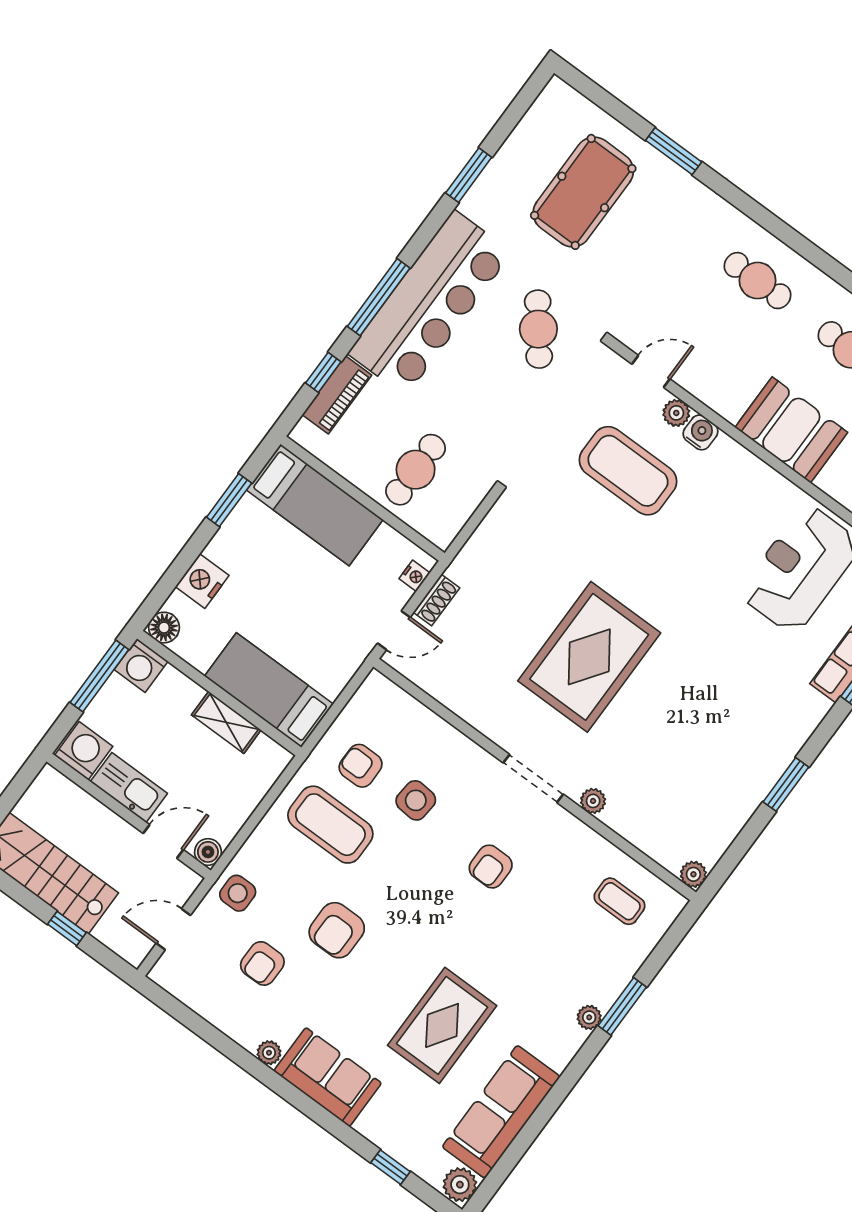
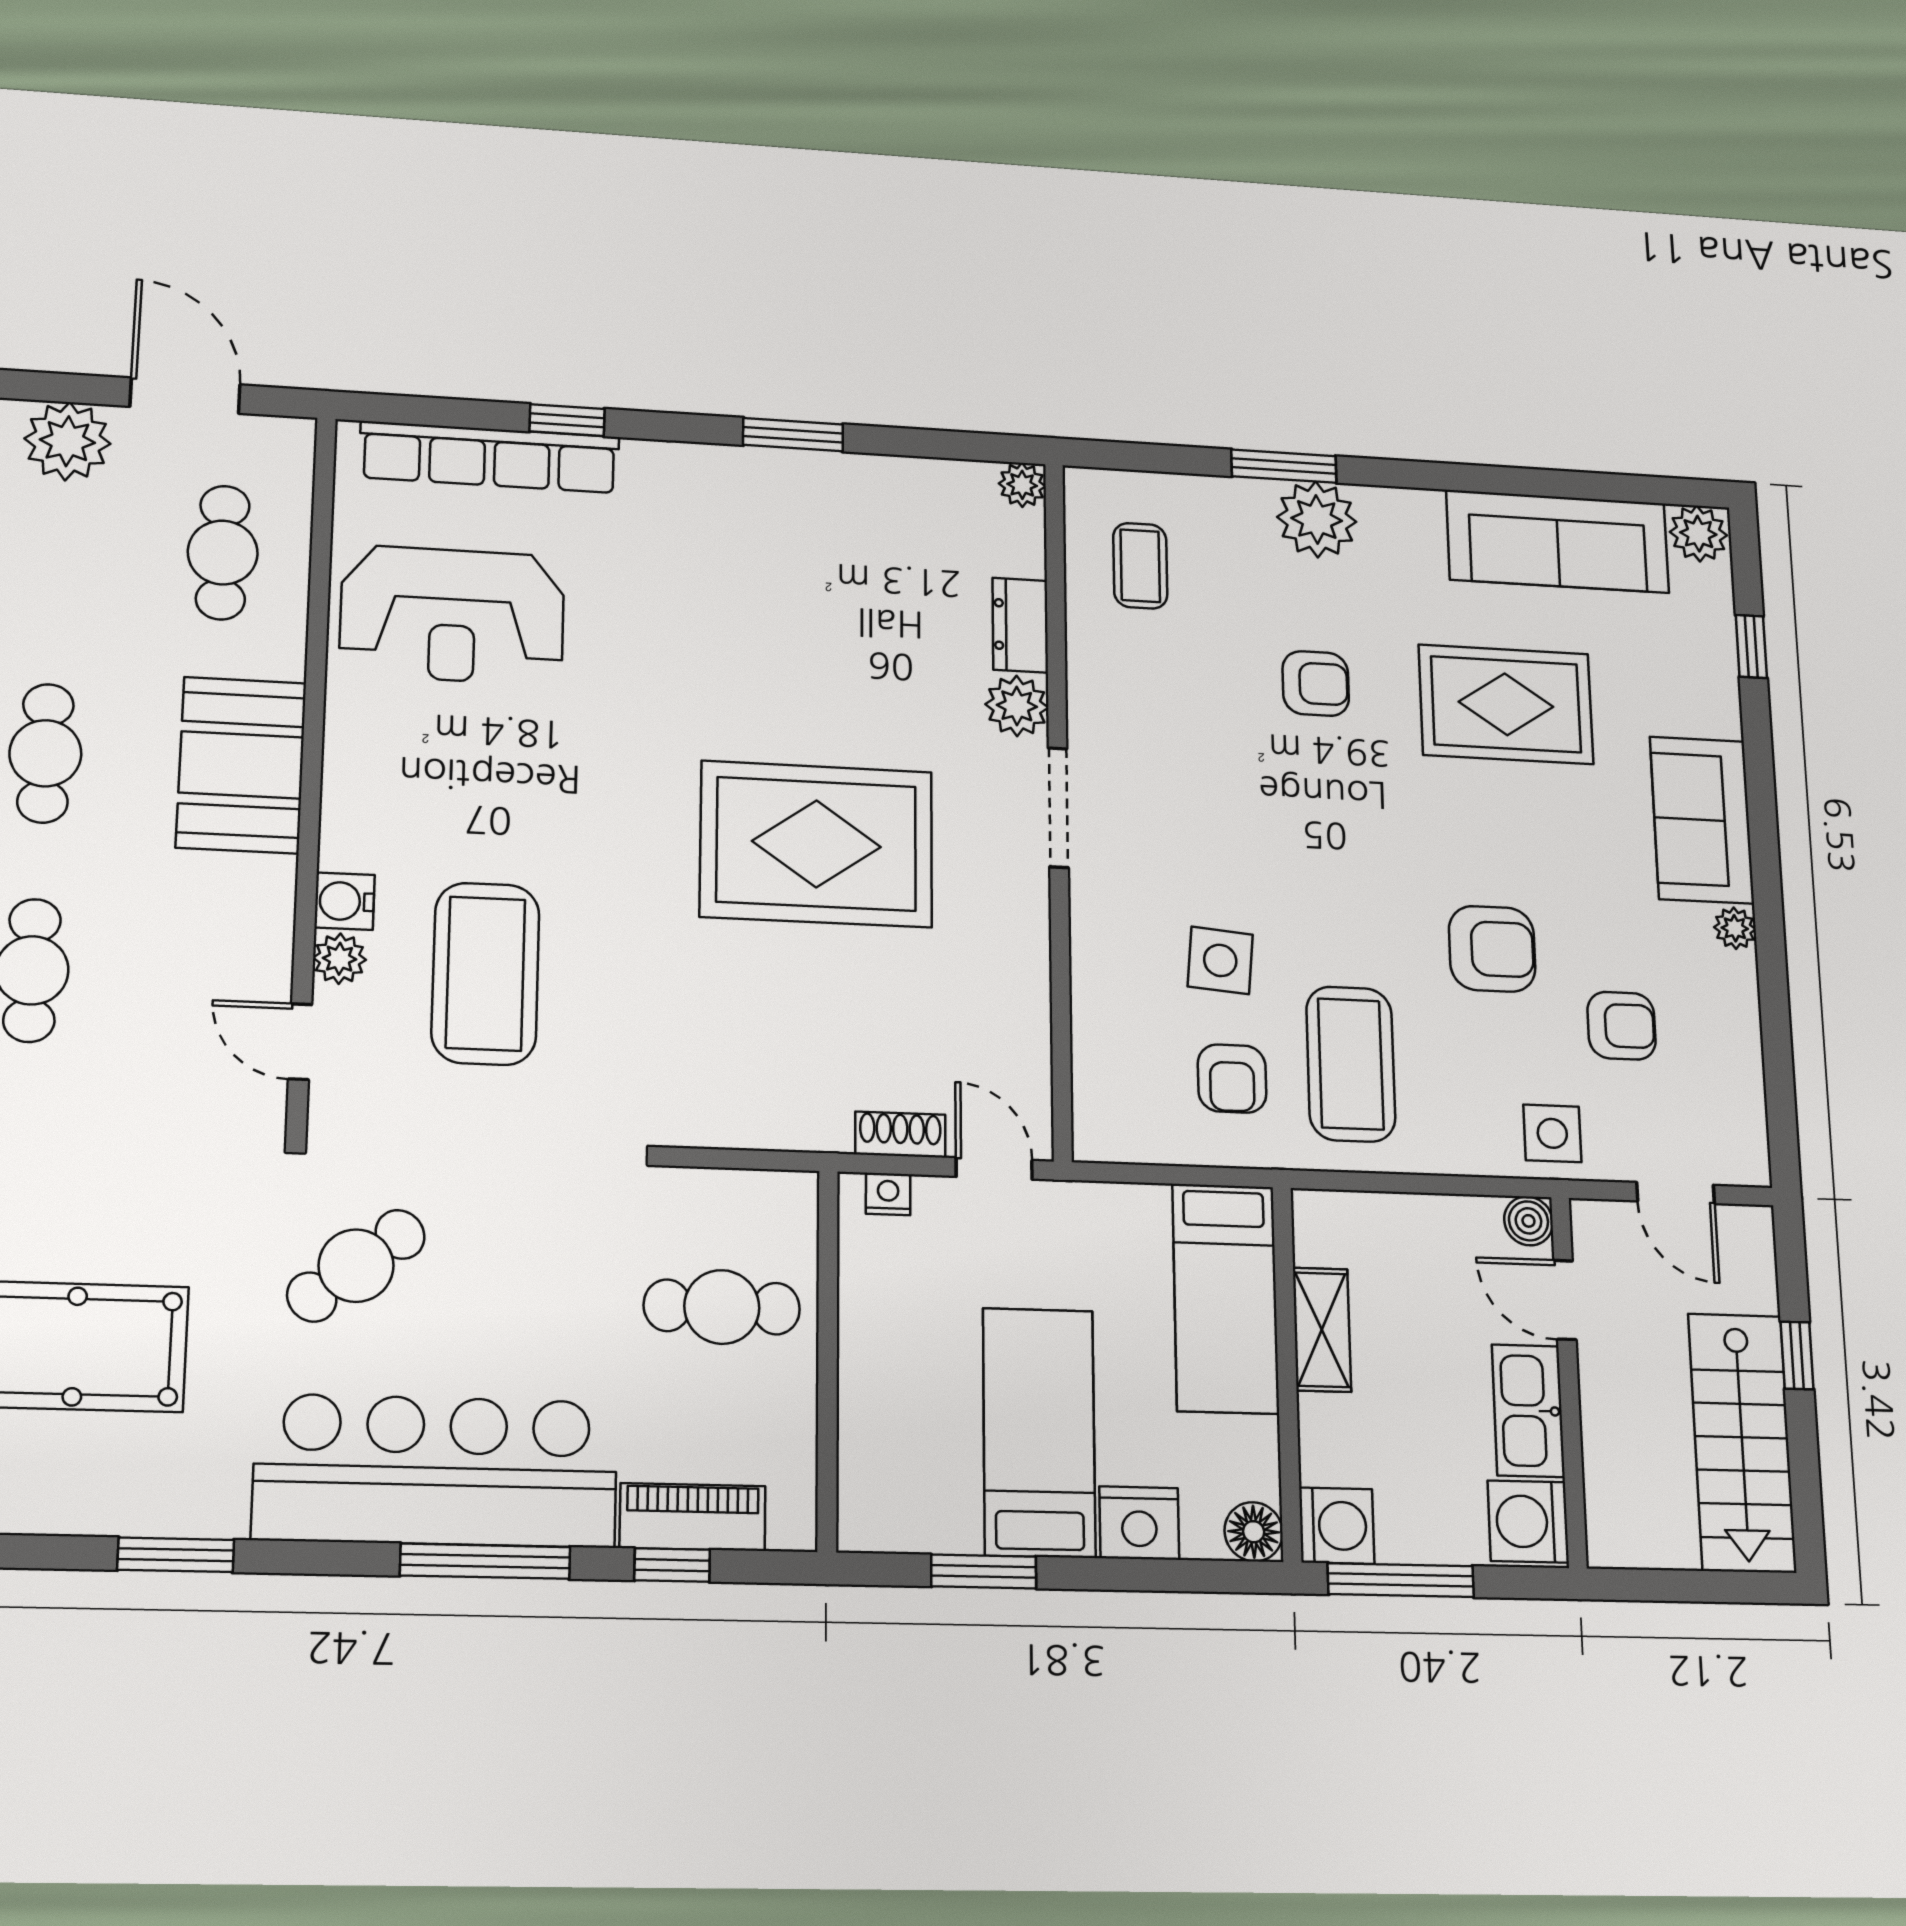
bed: (315, 505) -> (1039, 1432), moved
plant: (593, 801) -> (1017, 706), width x1.38, depth x1.38
dresser: (628, 824) -> (1020, 625), added
armchair: (491, 867) -> (1316, 684), moved
plant: (589, 1017) -> (1317, 519), width x1.87, depth x1.87

